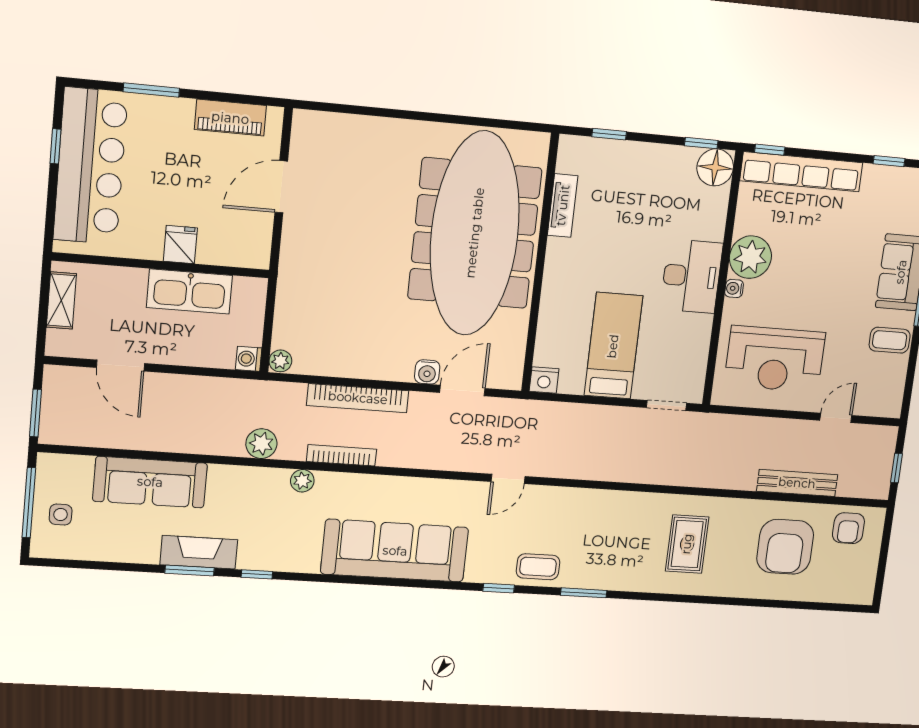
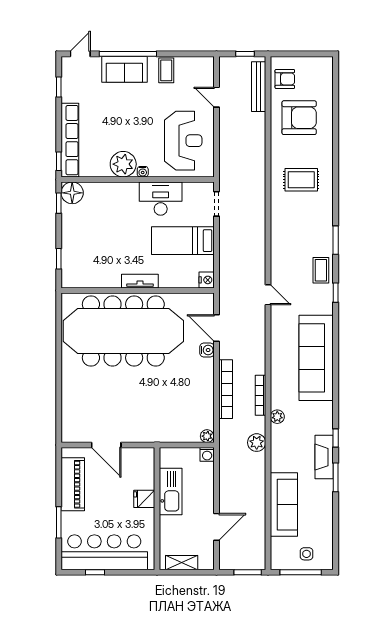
piano: (230, 118) -> (73, 484), width x1.37, depth x1.33
tv unit: (563, 205) -> (140, 281), moved
desk: (692, 276) -> (161, 199), moved
bench: (797, 483) -> (259, 87), moved
fireplace: (199, 552) -> (324, 457), moved

